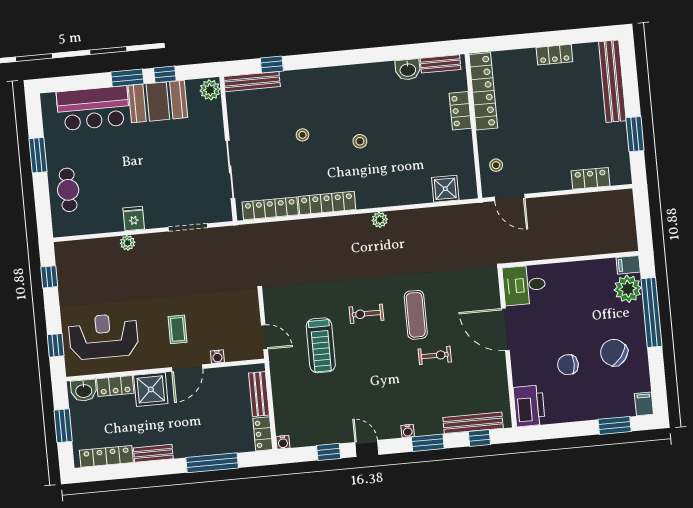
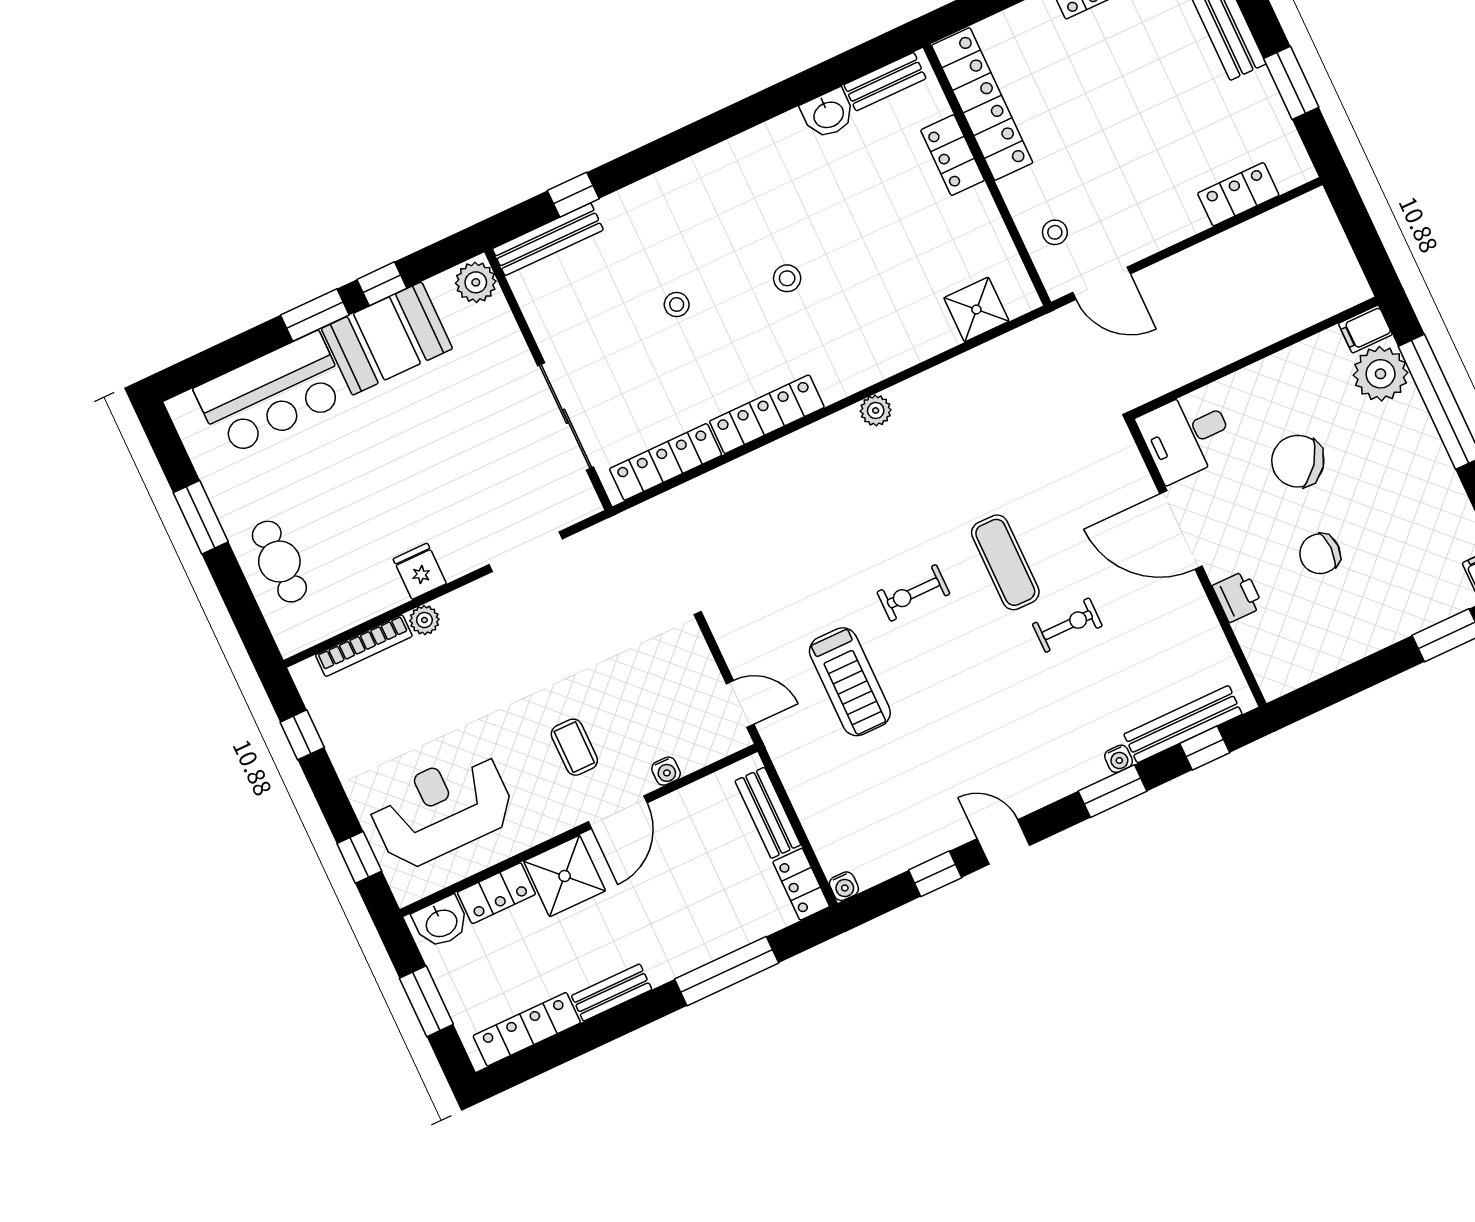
bookcase: (94, 245) -> (364, 646), added
chair: (614, 353) -> (1298, 461), moved
printer: (529, 406) -> (1238, 596), moved, width x0.53, depth x0.68
water cooler: (408, 431) -> (1119, 759), moved

